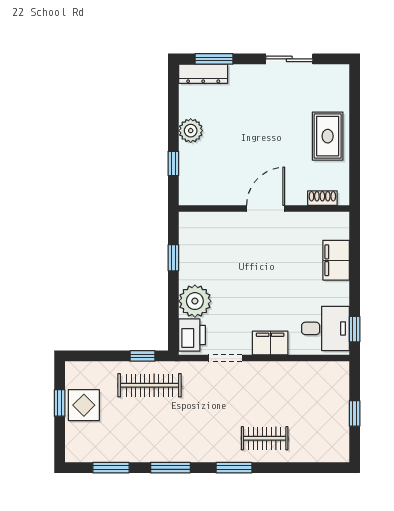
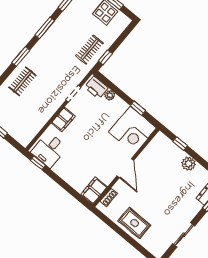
corner desk: (208, 241) -> (132, 130), added
filing cabinet: (336, 260) -> (94, 191), moved, turned -90
plant: (195, 301) -> (110, 95), width x0.53, depth x0.53
clothes rail: (150, 385) -> (90, 50), width x0.73

